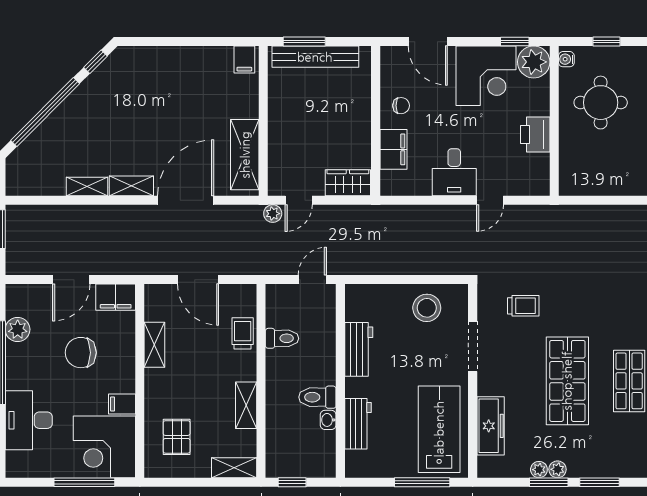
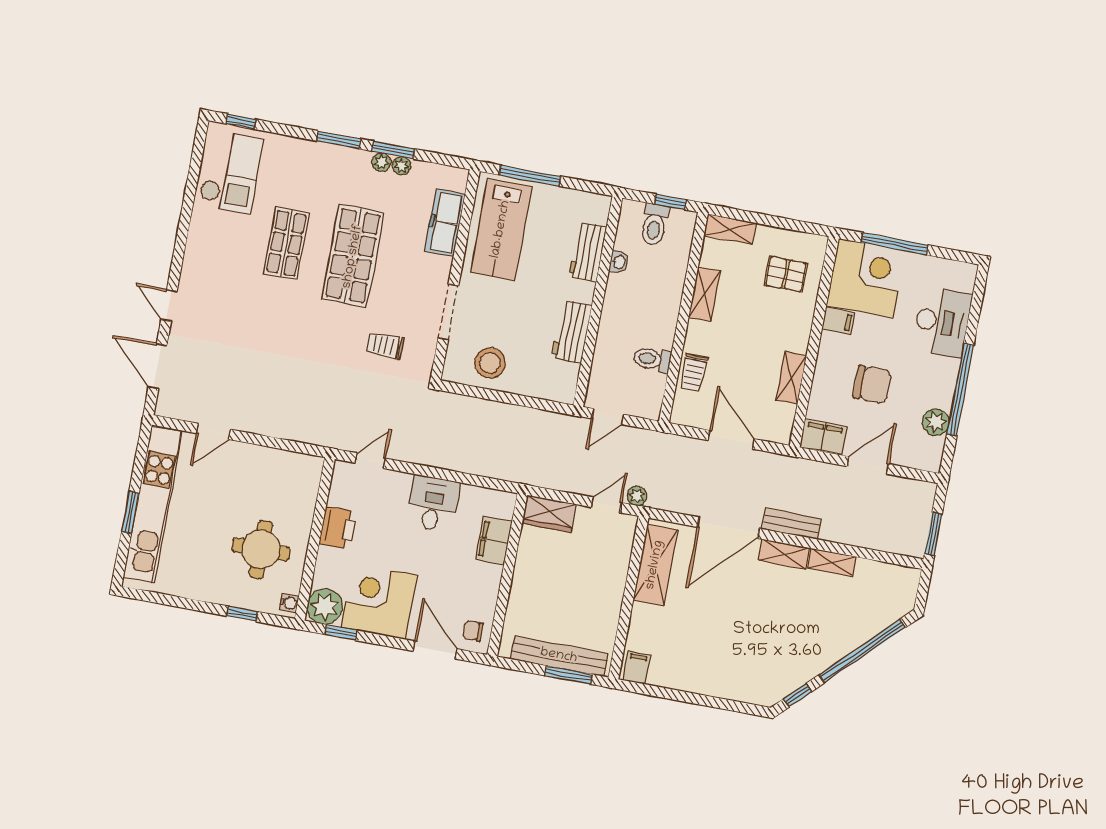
chair: (401, 106) -> (473, 631), moved
door: (490, 200) -> (370, 461), moved
bench: (129, 214) -> (792, 524), added
toilet: (317, 397) -> (654, 225), moved, turned 90
pallet: (177, 437) -> (786, 274), turned 90

